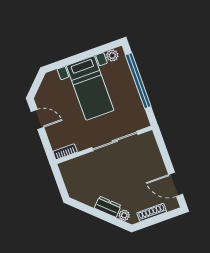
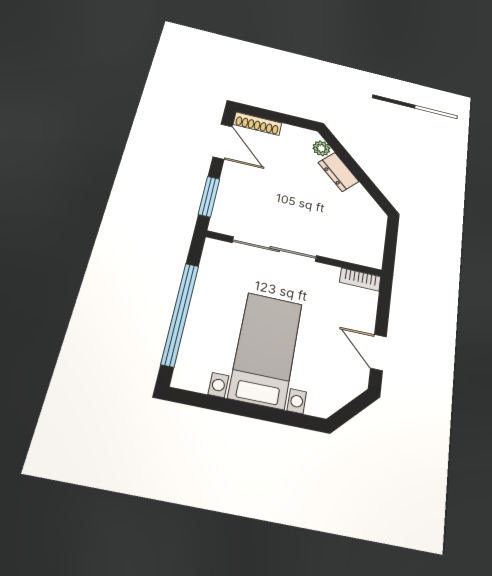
plant: (112, 55) -> (196, 380), removed
window: (163, 148) -> (209, 197), added
shoe rack: (152, 212) -> (257, 124), moved

